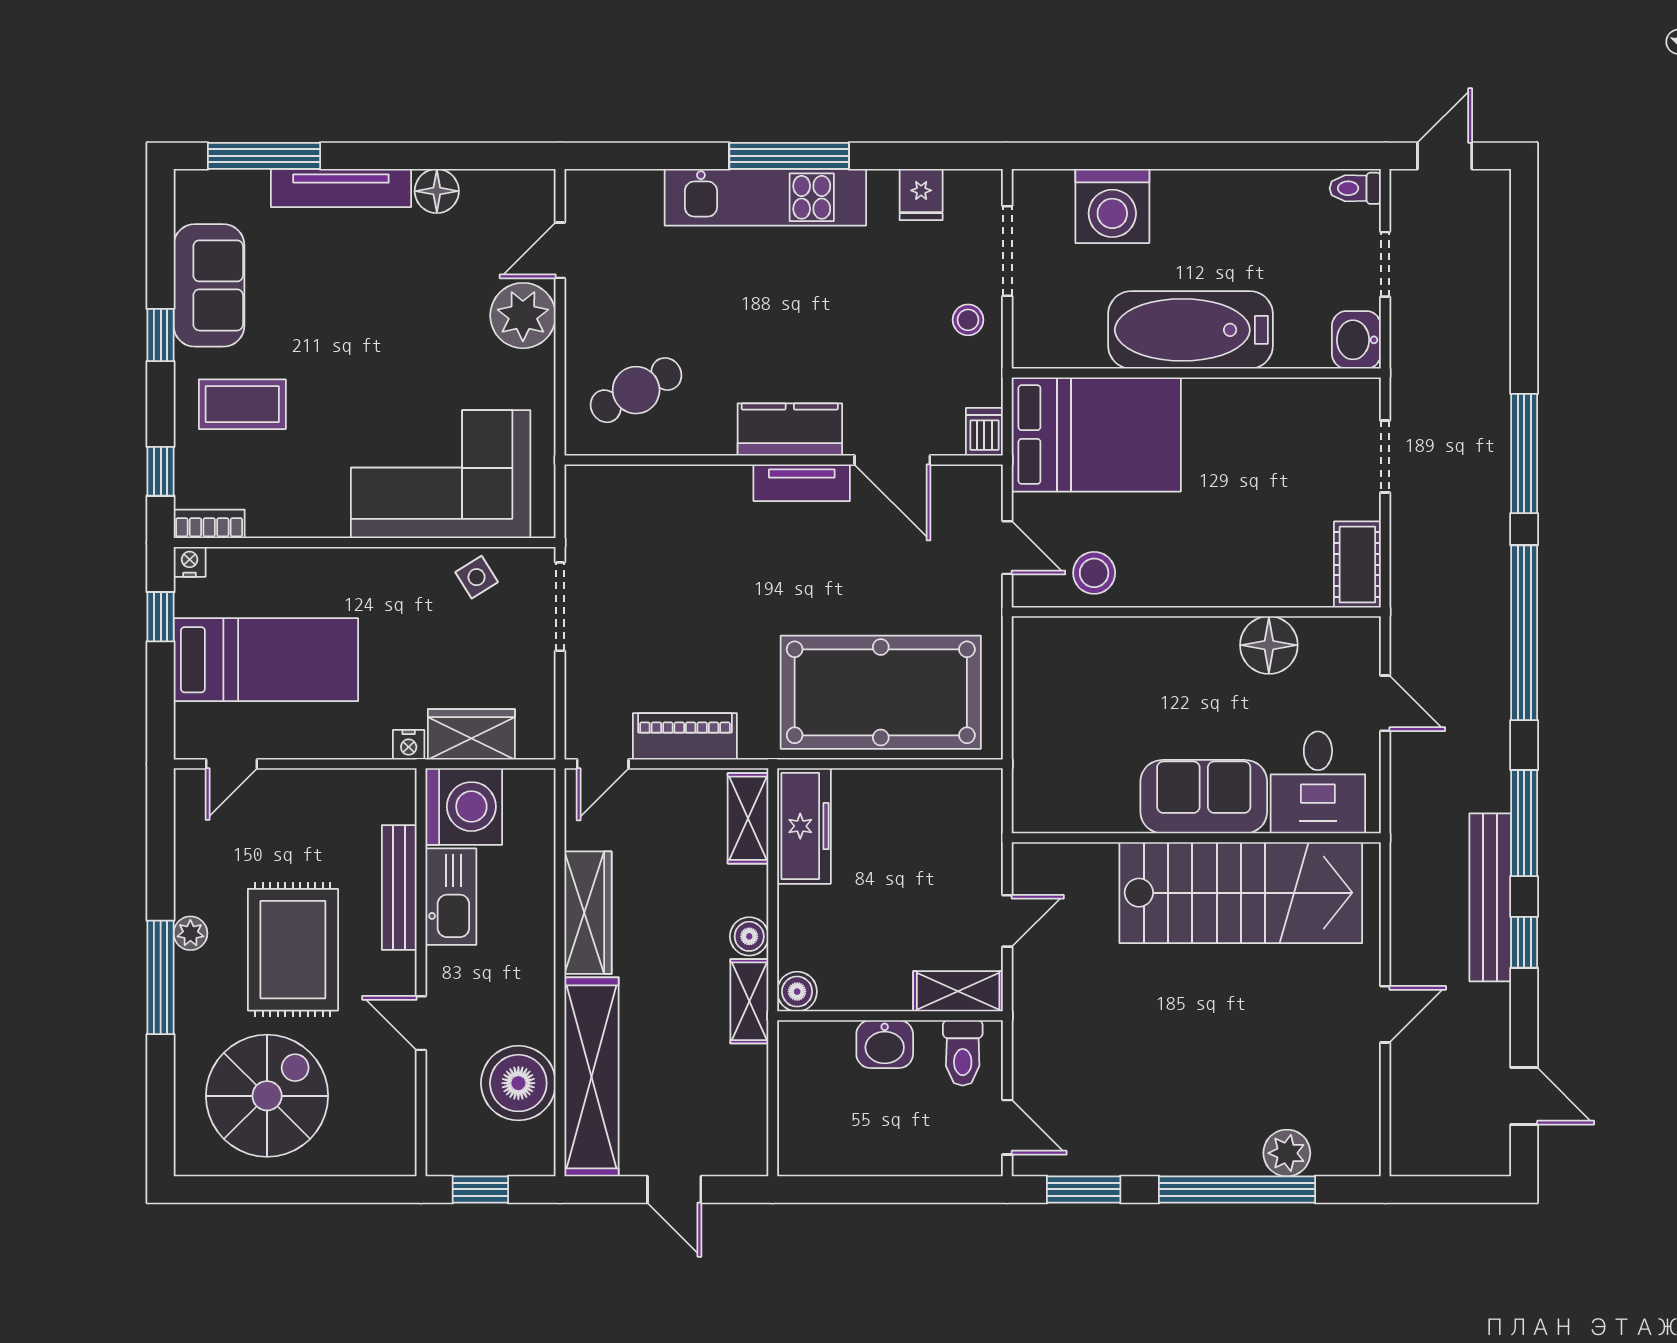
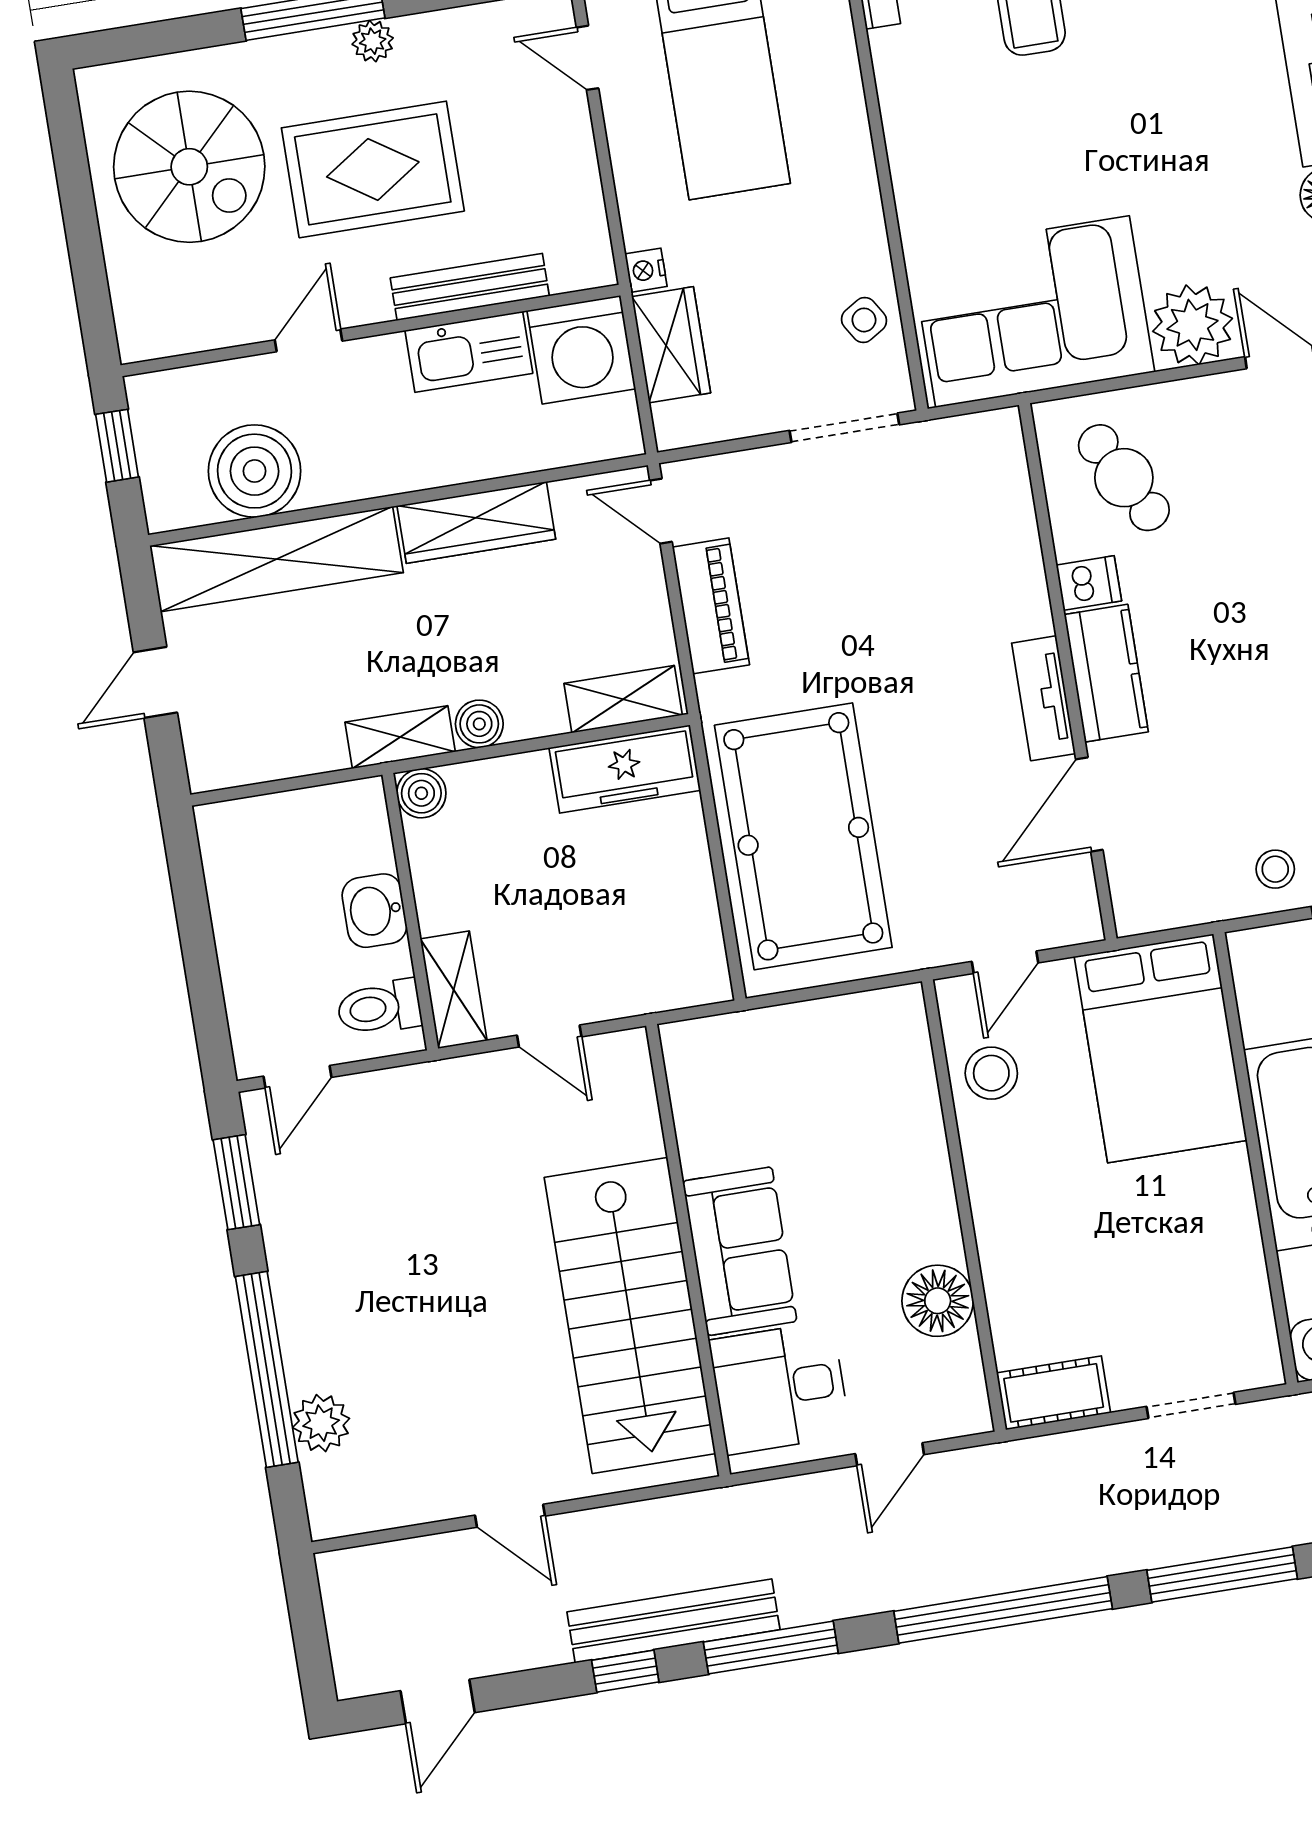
dishwasher: (984, 432) -> (1089, 583), moved
corner sofa: (441, 474) -> (1033, 312), moved, turned -90

